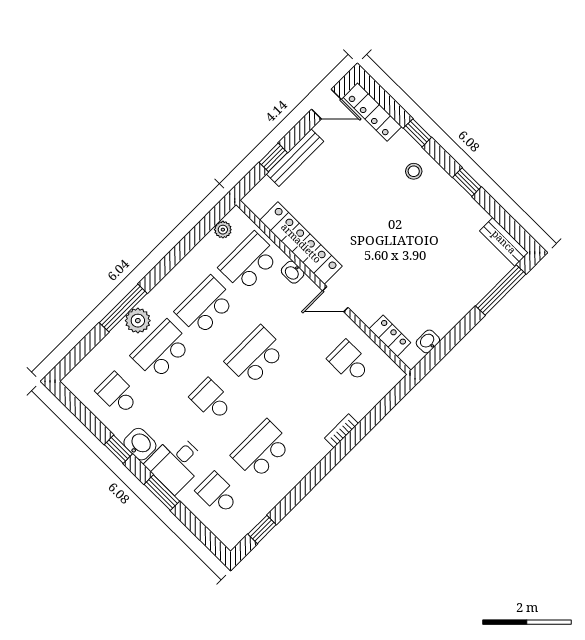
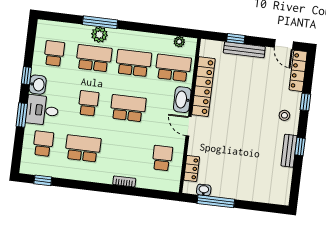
bench: (504, 242) -> (289, 151), moved
washbasin: (293, 272) -> (182, 100), width x1.91, depth x1.45
window: (501, 290) -> (216, 201), moved

